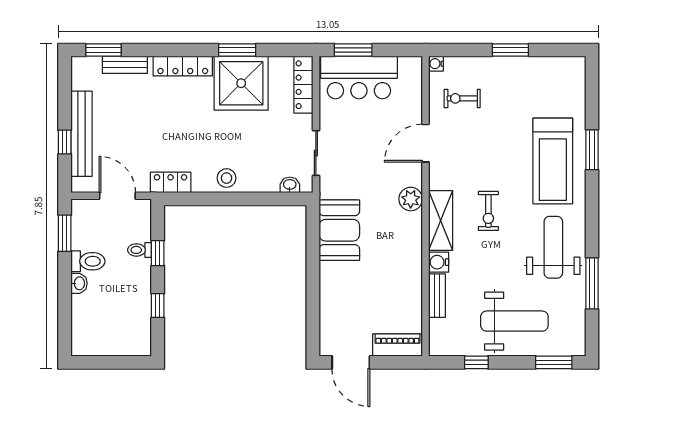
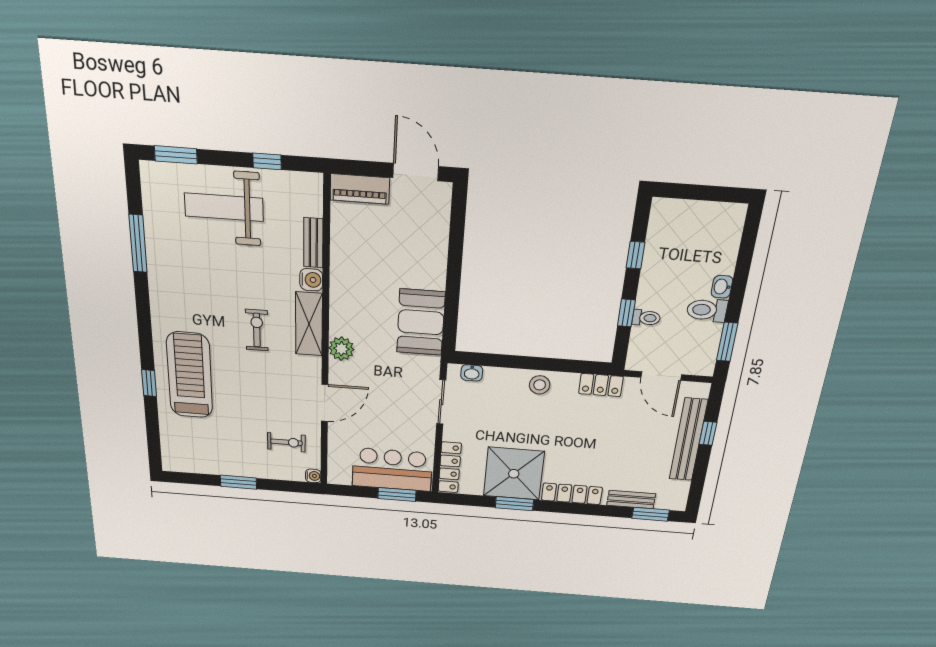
window: (592, 150) -> (149, 383), width x0.67
weight bench: (553, 247) -> (184, 286), removed

